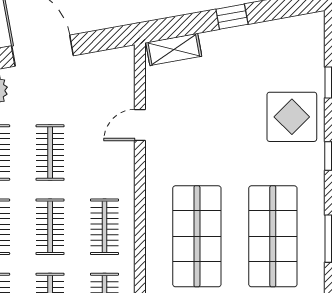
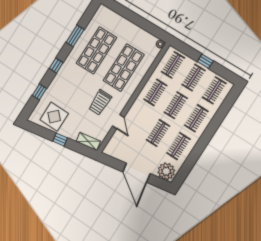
display table: (292, 117) -> (54, 117), moved
door: (140, 125) -> (118, 122), hinge flipped
trolley: (200, 139) -> (100, 102), added

